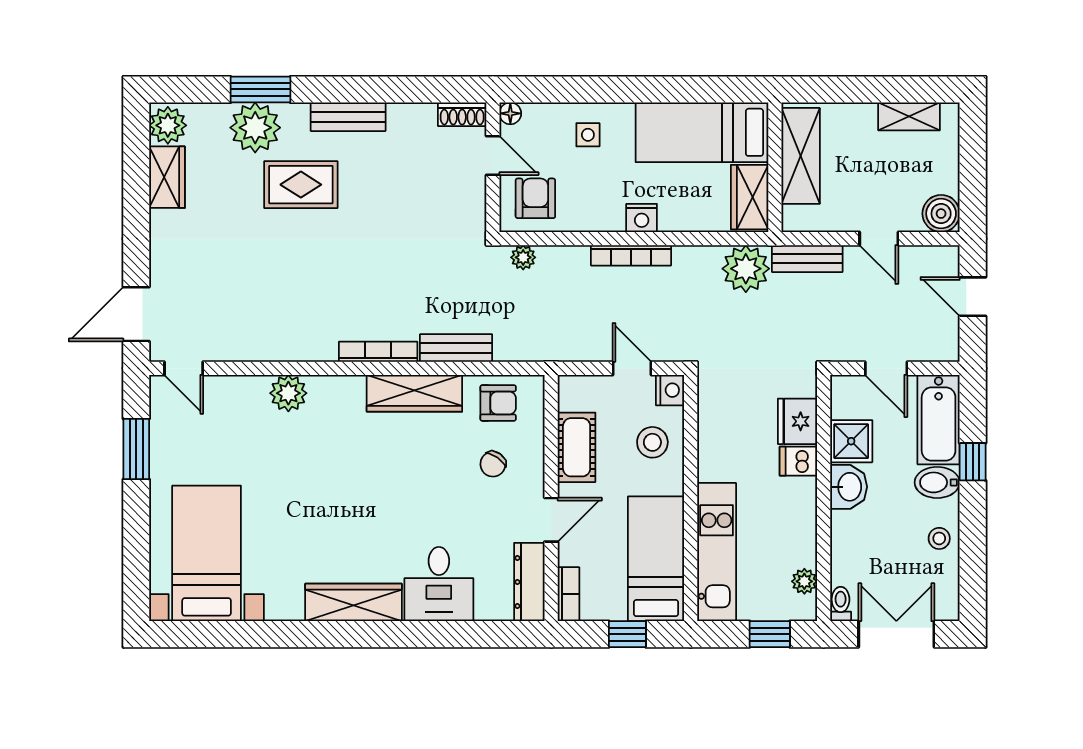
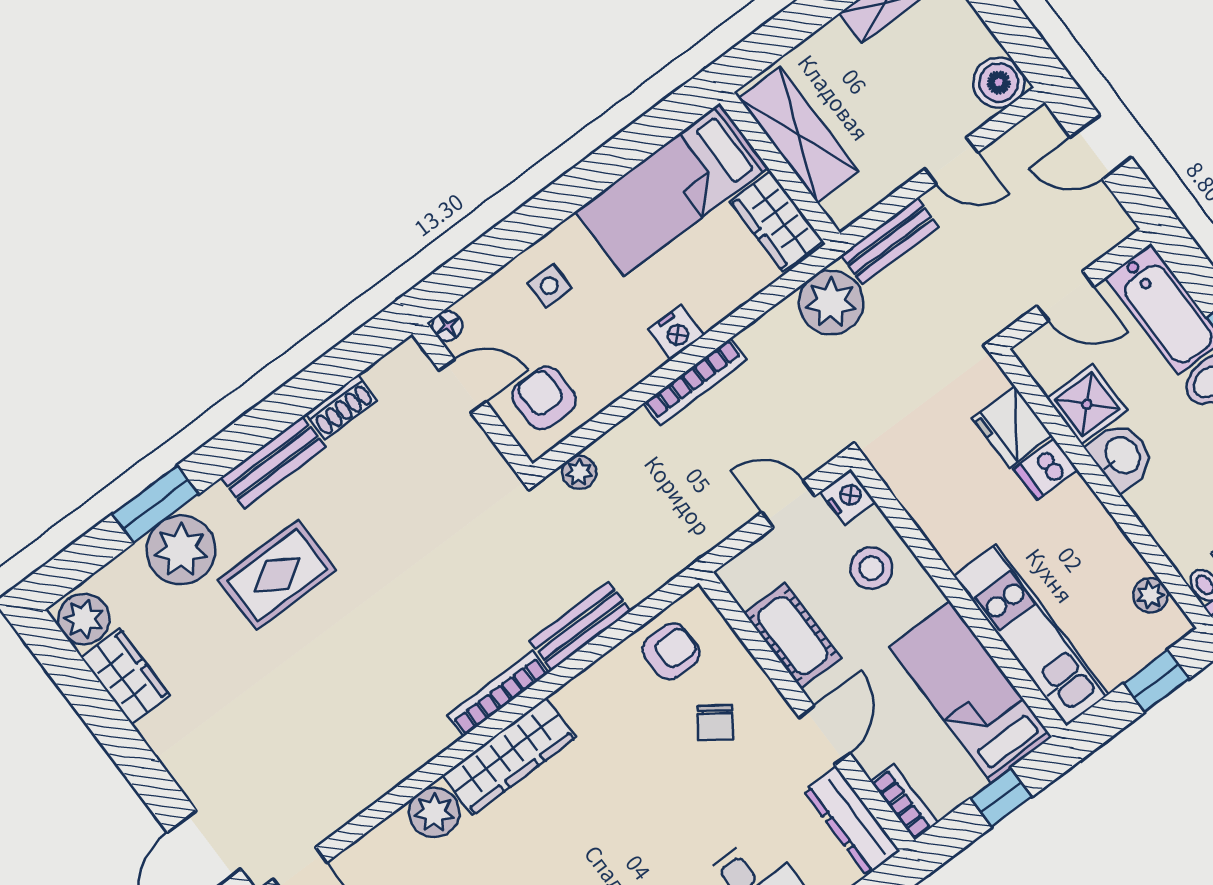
shoe rack: (462, 114) -> (341, 407), moved
wardrobe: (414, 393) -> (509, 756), moved

